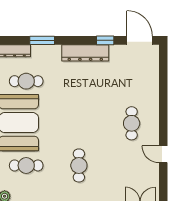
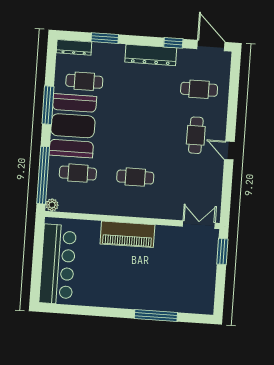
cafe table: (132, 81) -> (199, 89), added
door: (163, 154) -> (229, 151), moved
cafe table: (79, 165) -> (135, 177), turned 90

